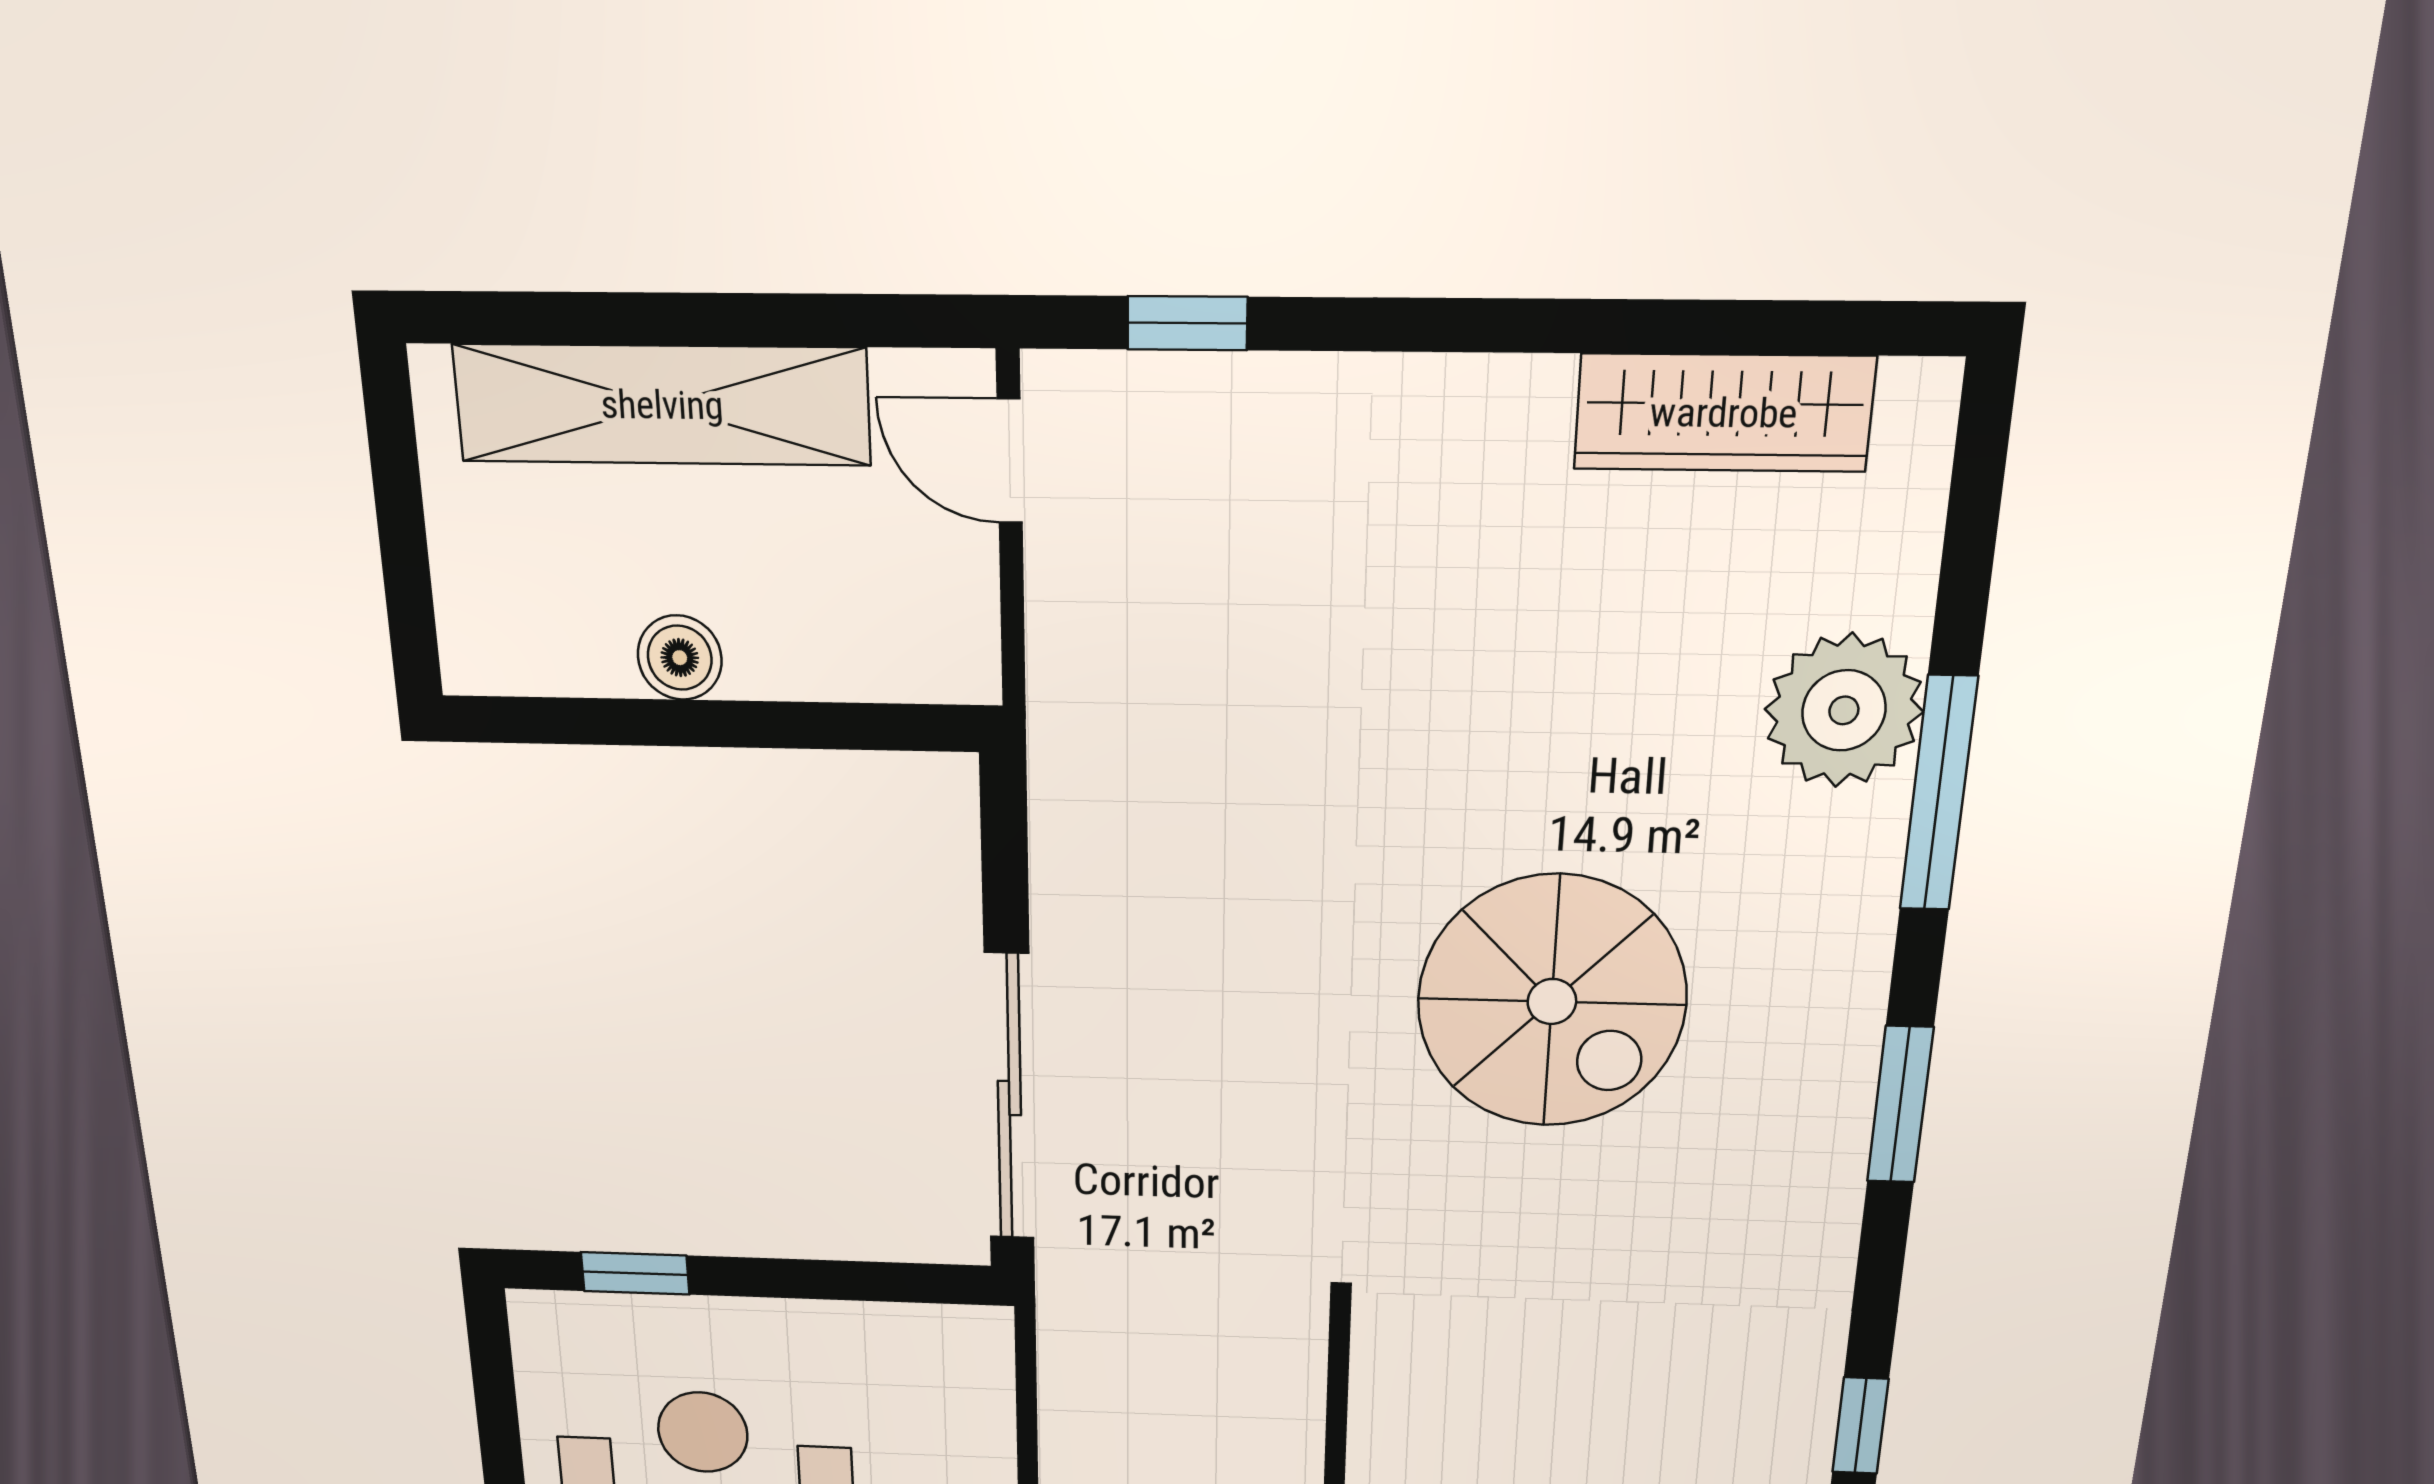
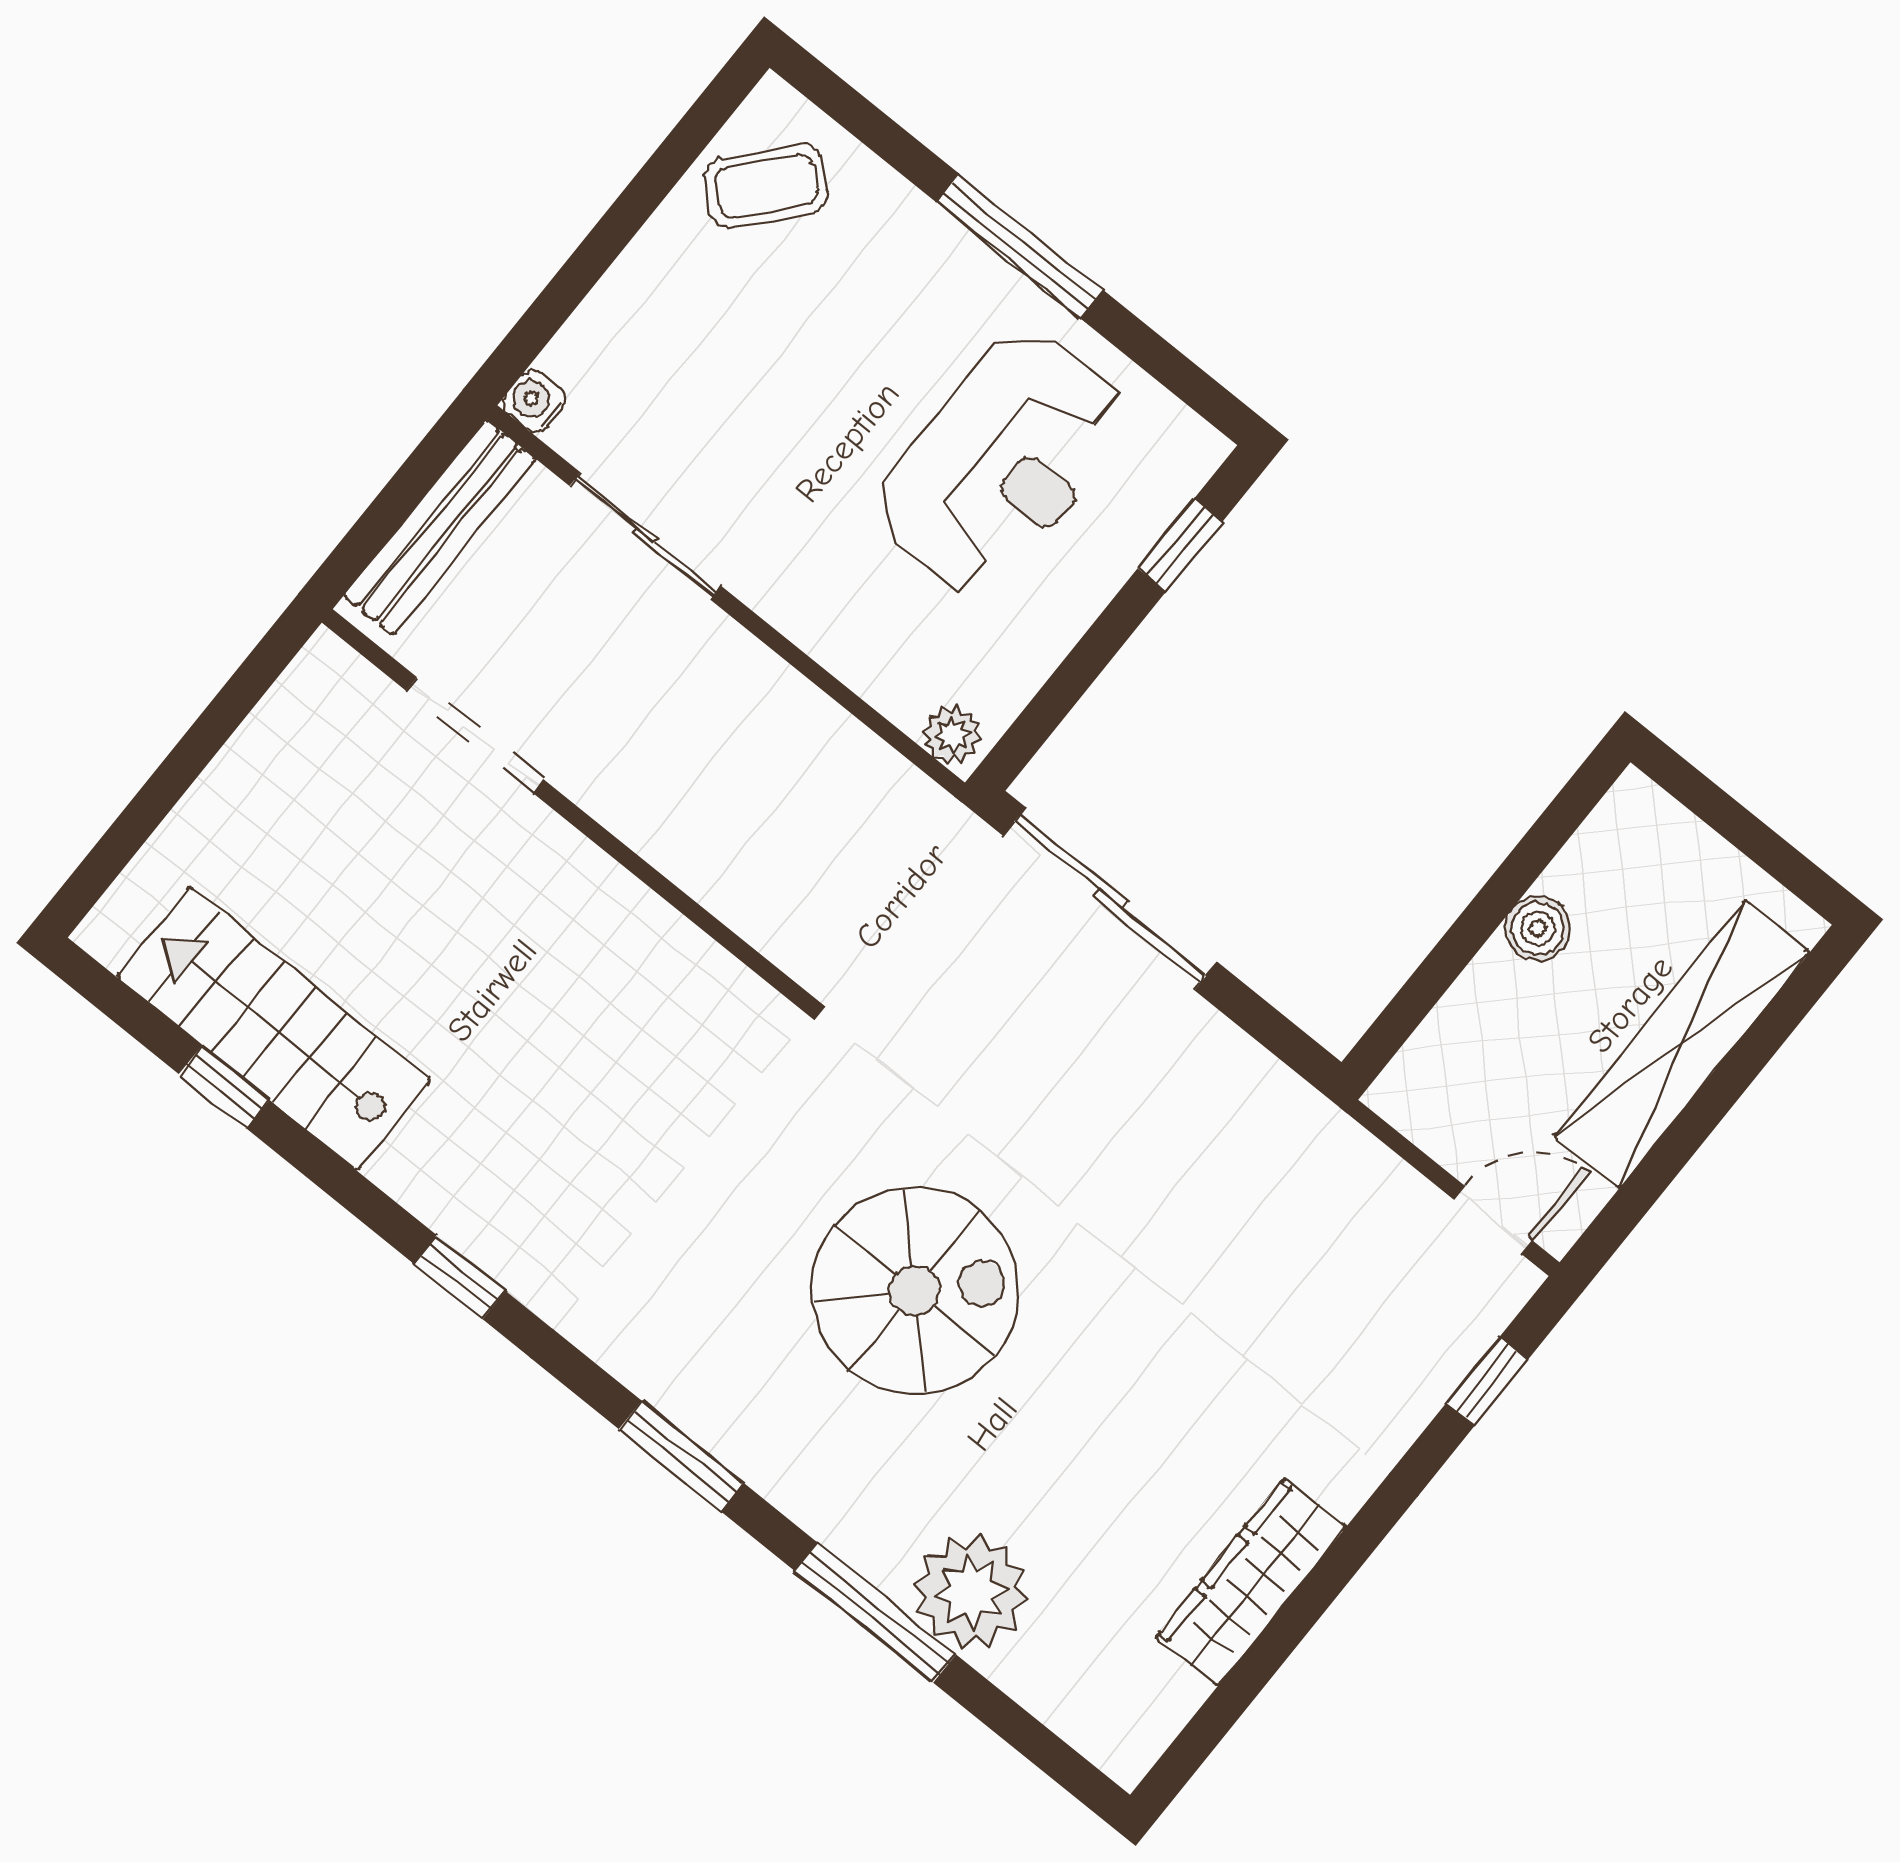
wardrobe: (1724, 413) -> (1251, 1582), moved
spiral stairs: (1552, 1001) -> (915, 1291), turned 180
plant: (981, 1347) -> (952, 735), added

